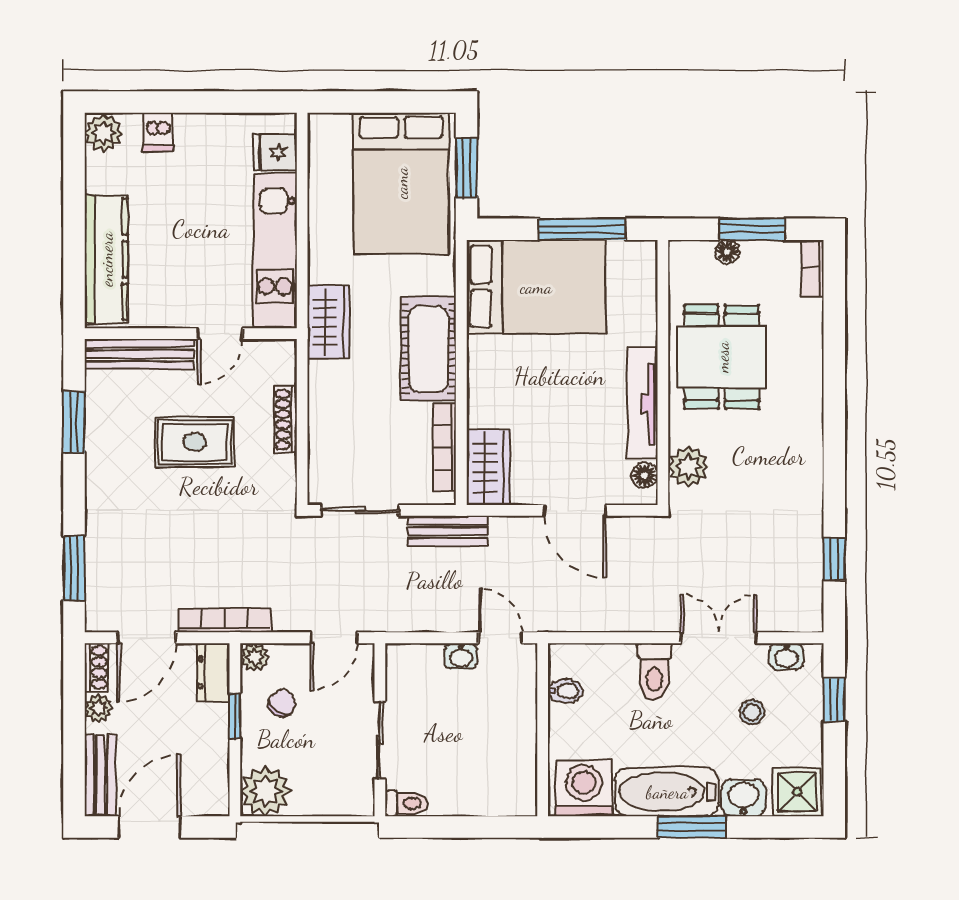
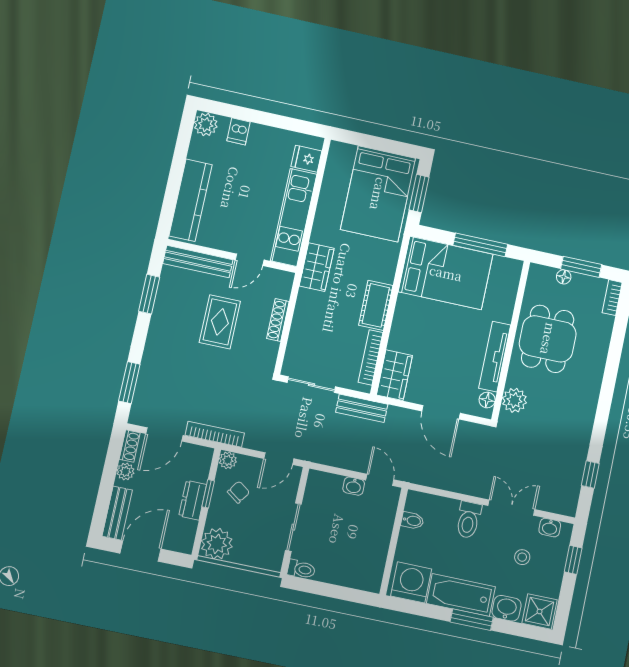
cot: (428, 349) -> (376, 305), width x0.73, depth x0.75
rug: (195, 442) -> (220, 322), turned 90
dresser: (213, 672) -> (193, 500), moved

